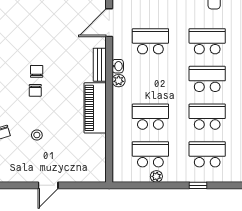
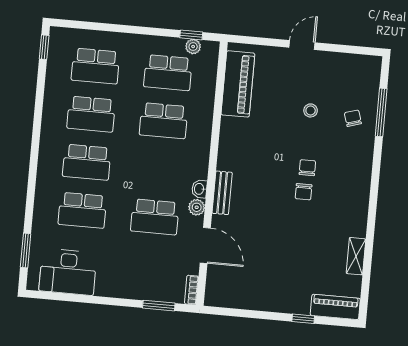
door: (109, 23) -> (205, 245), hinge flipped
plant: (119, 81) -> (197, 207), moved
piano: (95, 108) -> (238, 84), moved
plant: (156, 176) -> (193, 47), moved
window: (198, 185) -> (191, 35), moved

